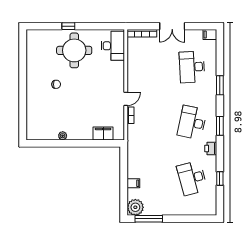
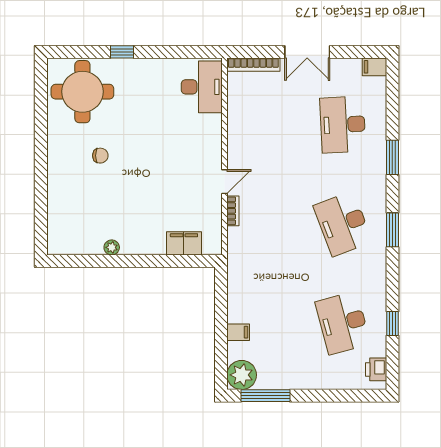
round table: (74, 50) -> (82, 92), moved
desk: (192, 122) -> (343, 224), turned -33
printer: (211, 148) -> (376, 369), moved

